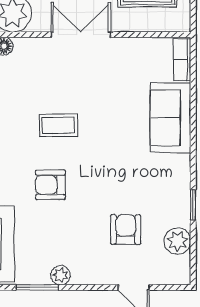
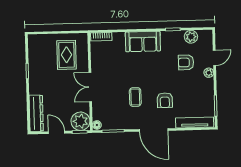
sofa: (170, 118) -> (143, 41), moved
plant: (61, 275) -> (209, 73), moved

